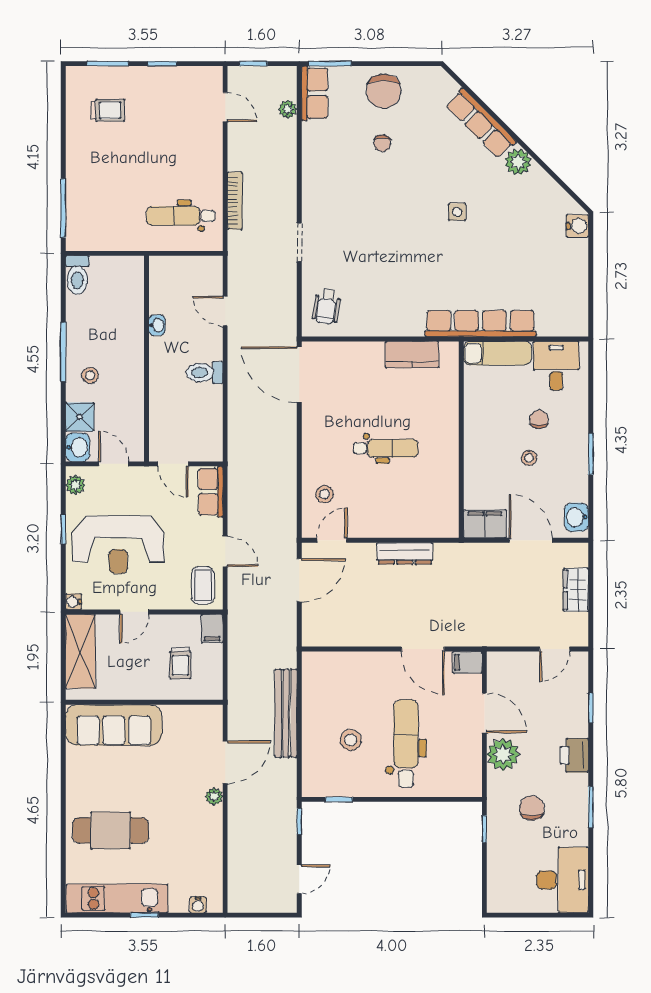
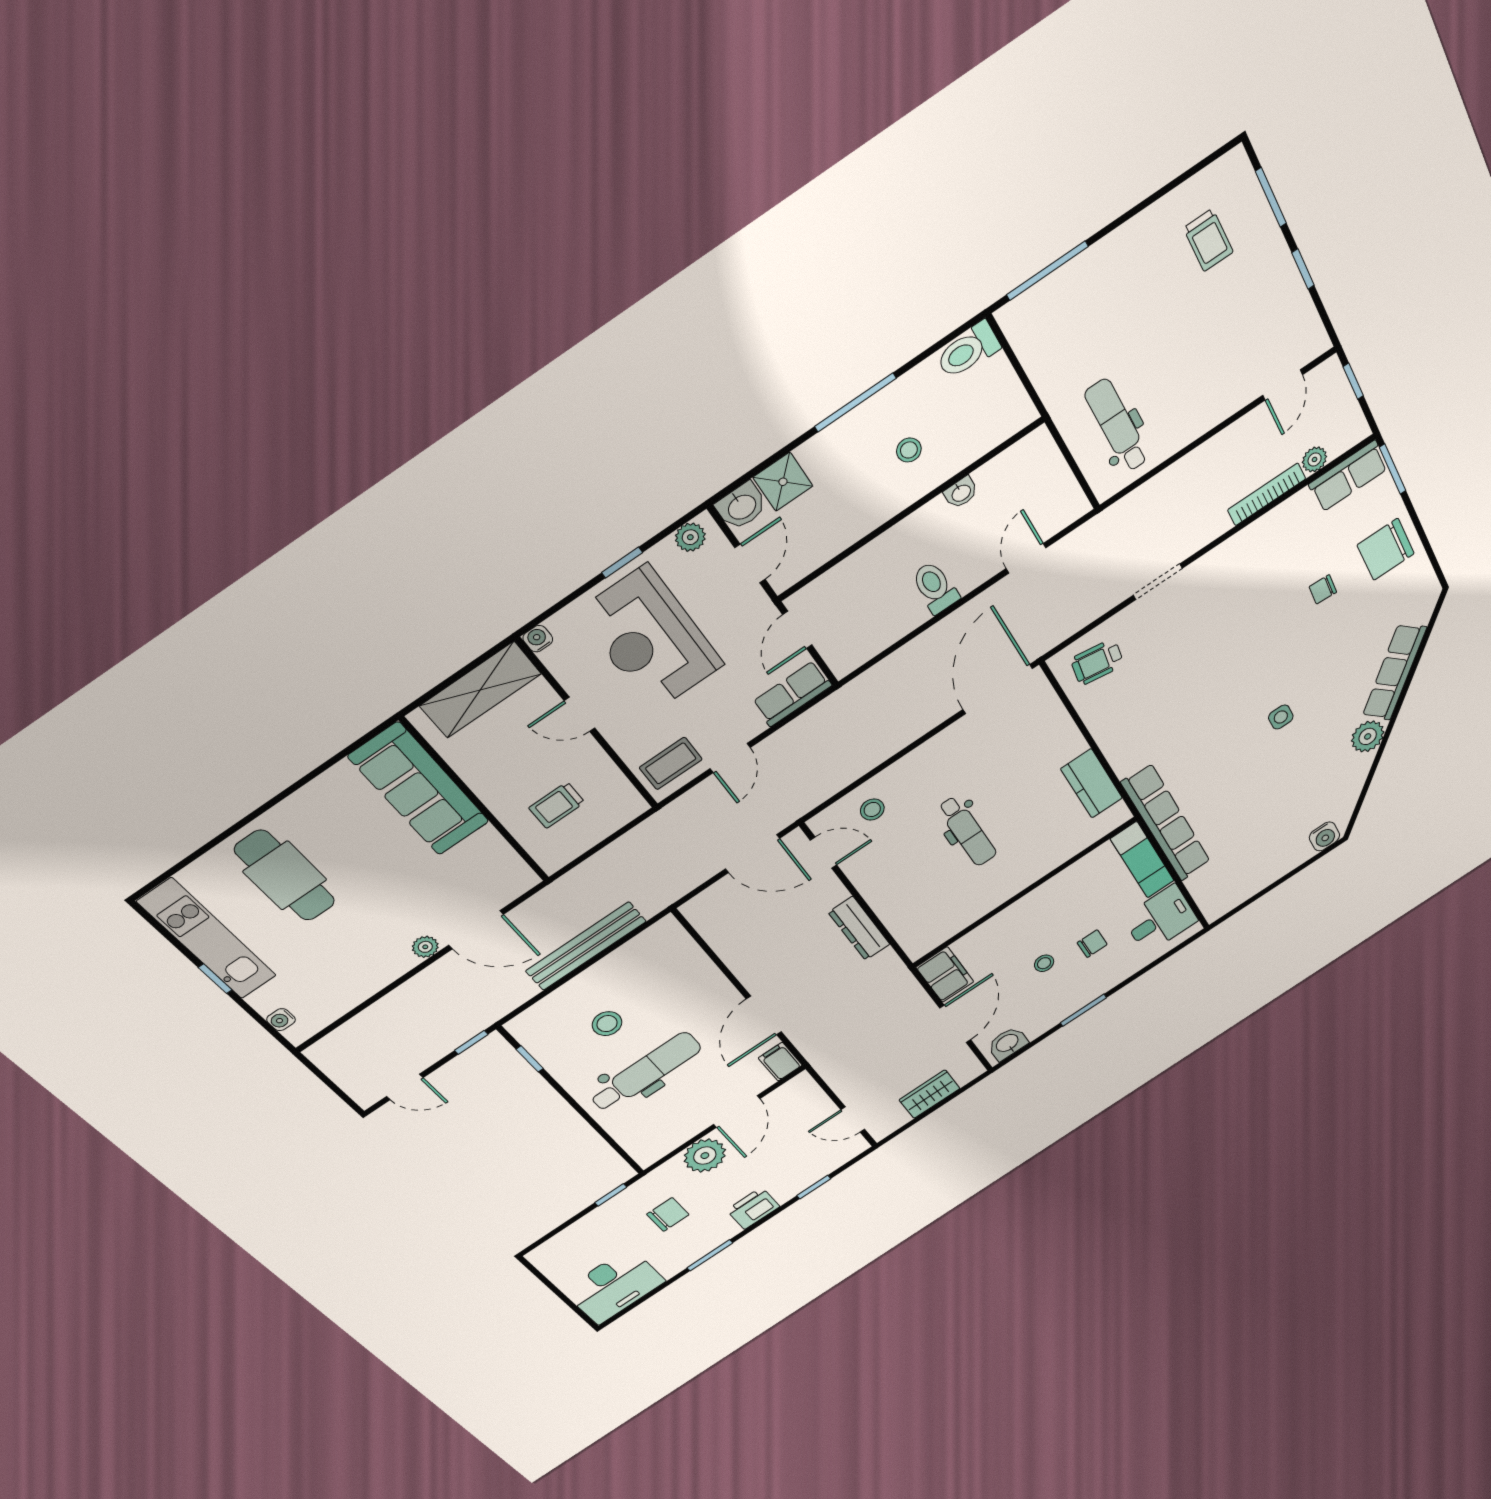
bookcase: (235, 201) -> (1267, 494), moved, turned 180
stool: (90, 375) -> (909, 450), moved
filing cabinet: (212, 629) -> (626, 808), removed

